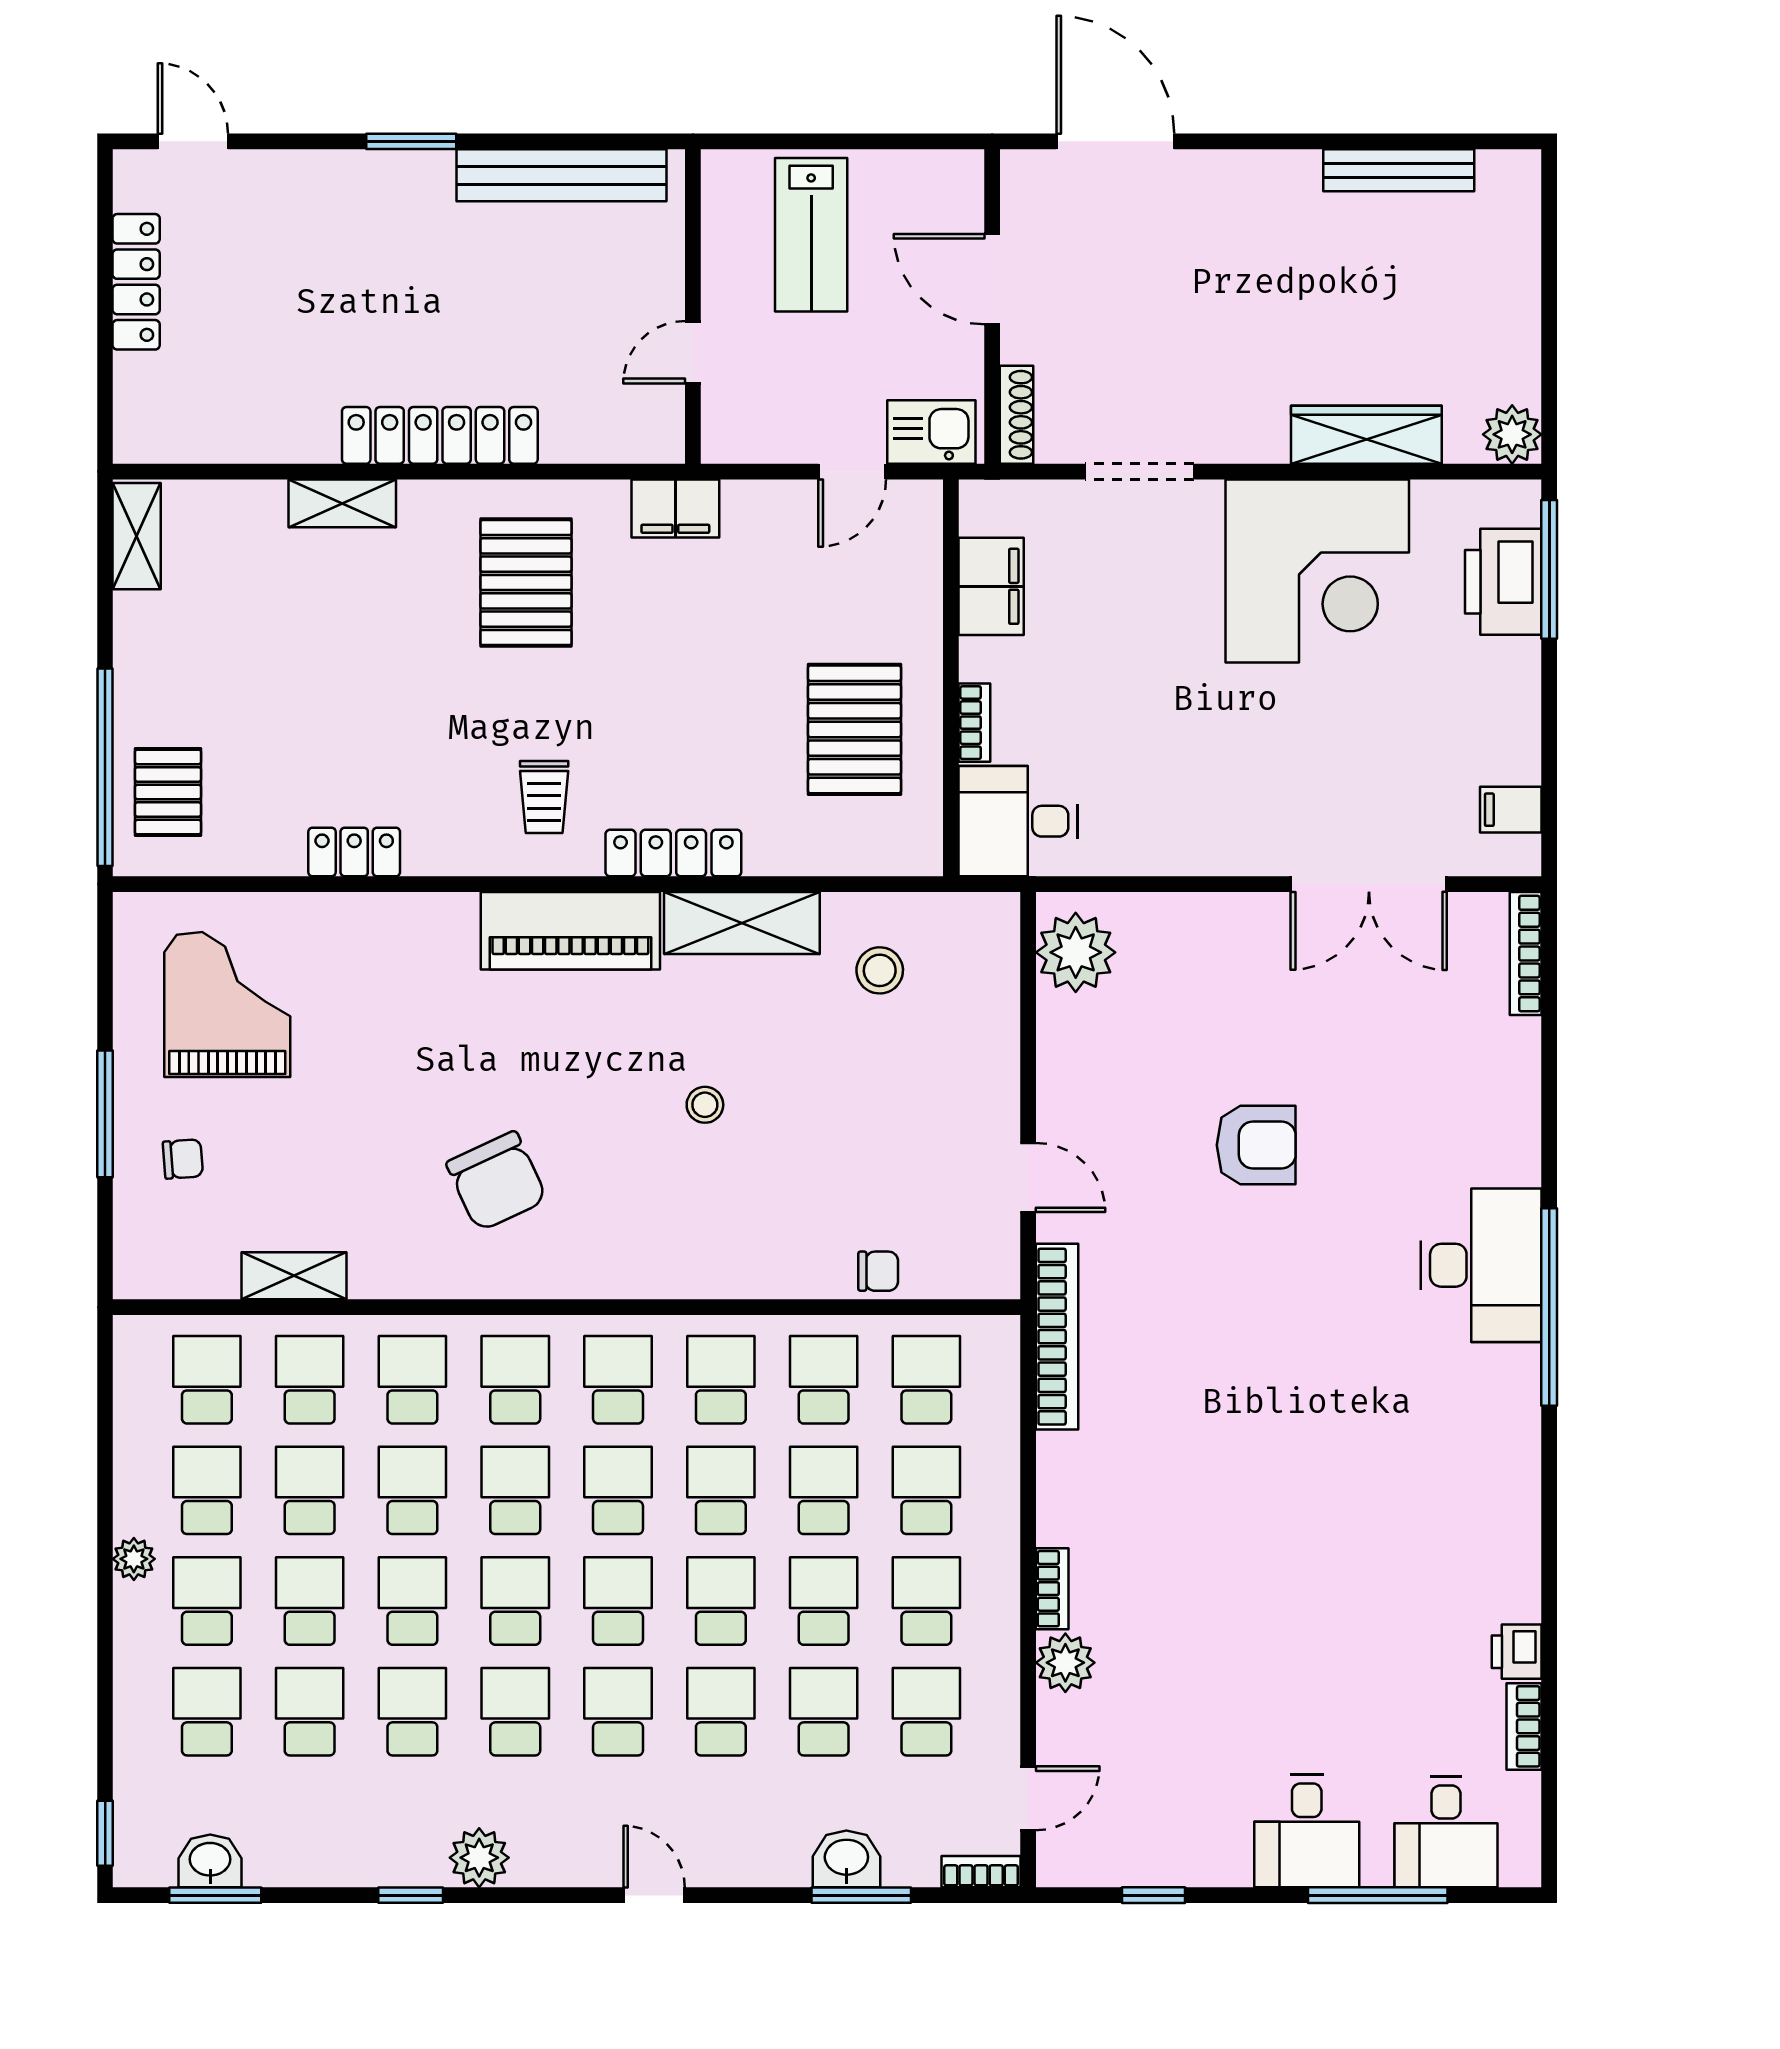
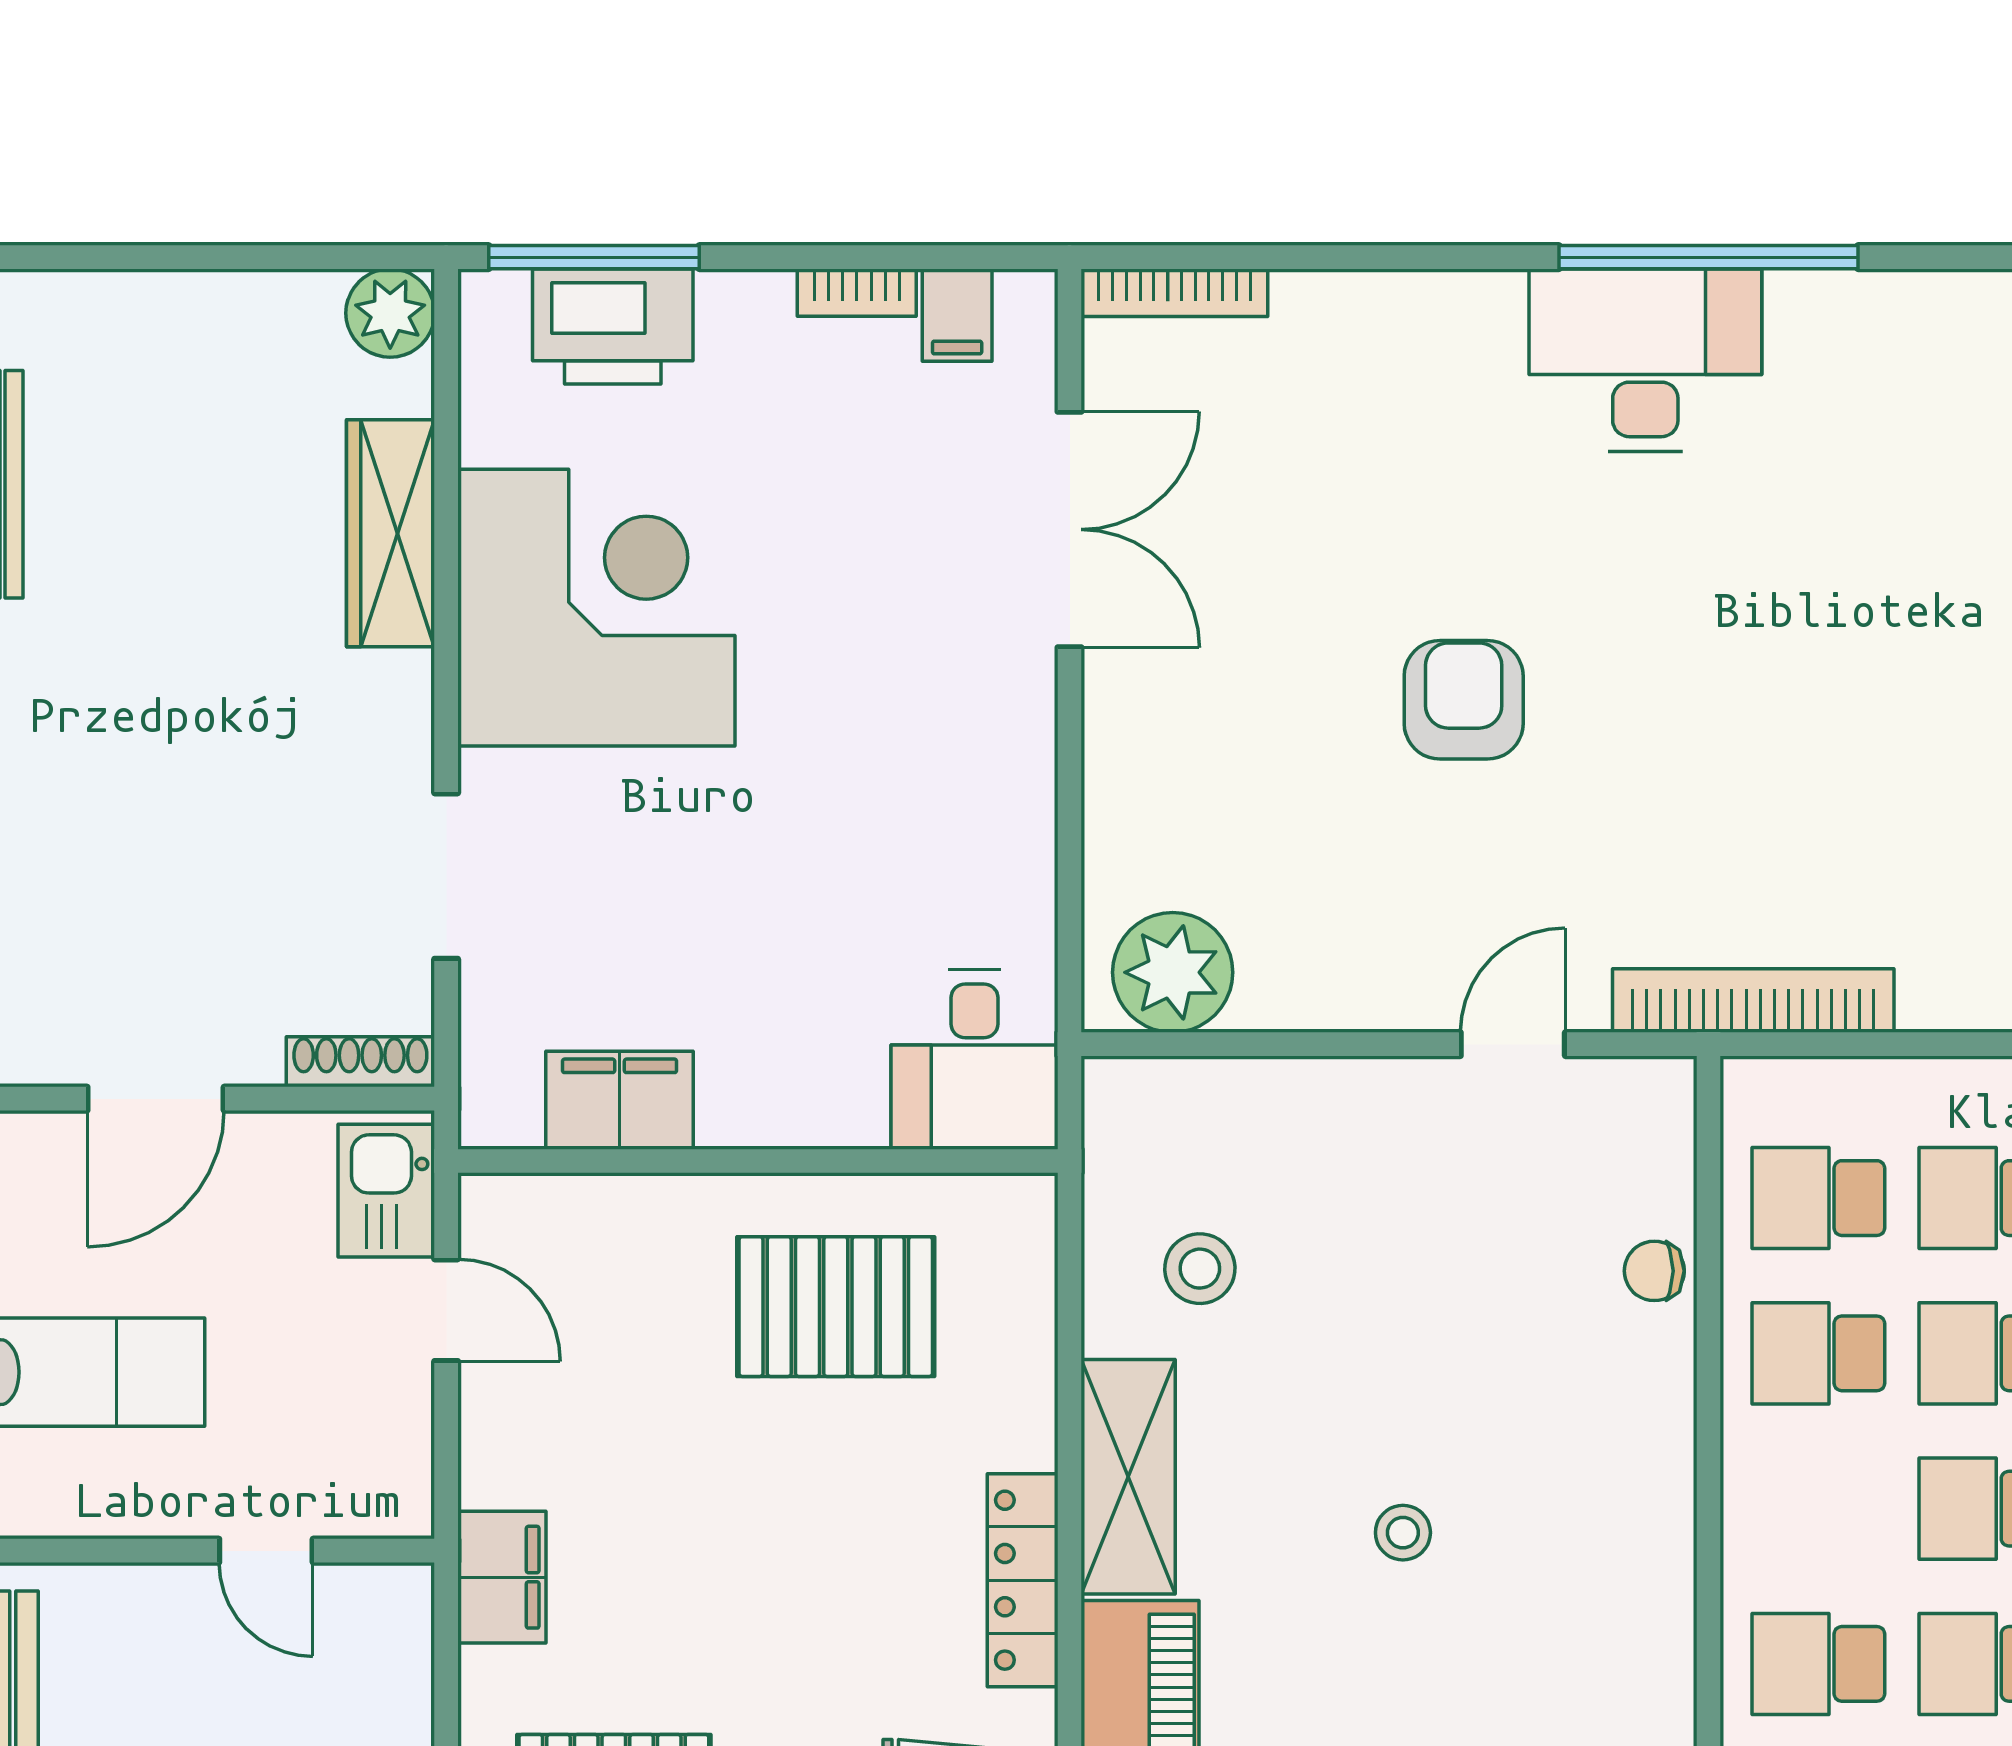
bookcase: (974, 723) -> (857, 293), moved, turned 180
chair: (878, 1271) -> (1654, 1271), turned -90
school desk: (721, 1380) -> (1818, 1509), removed

